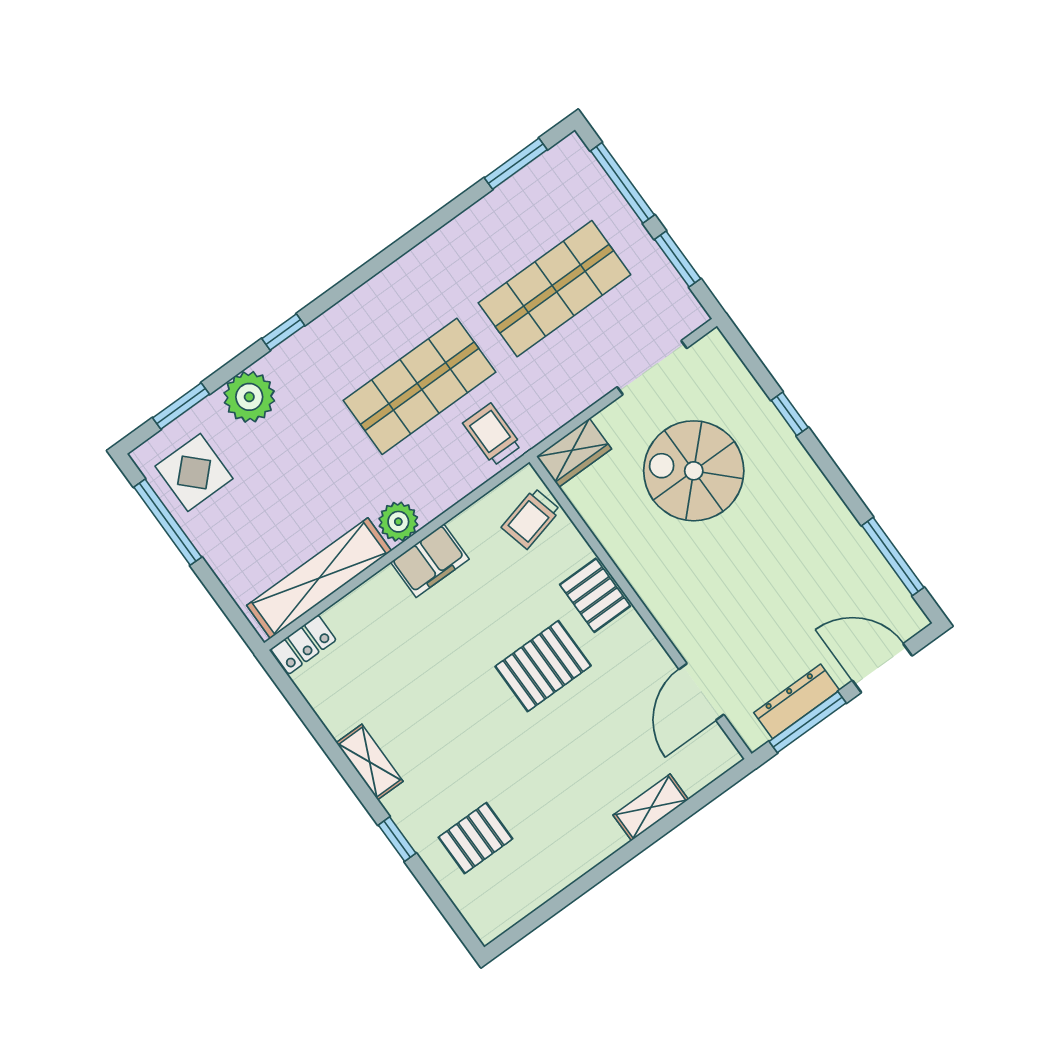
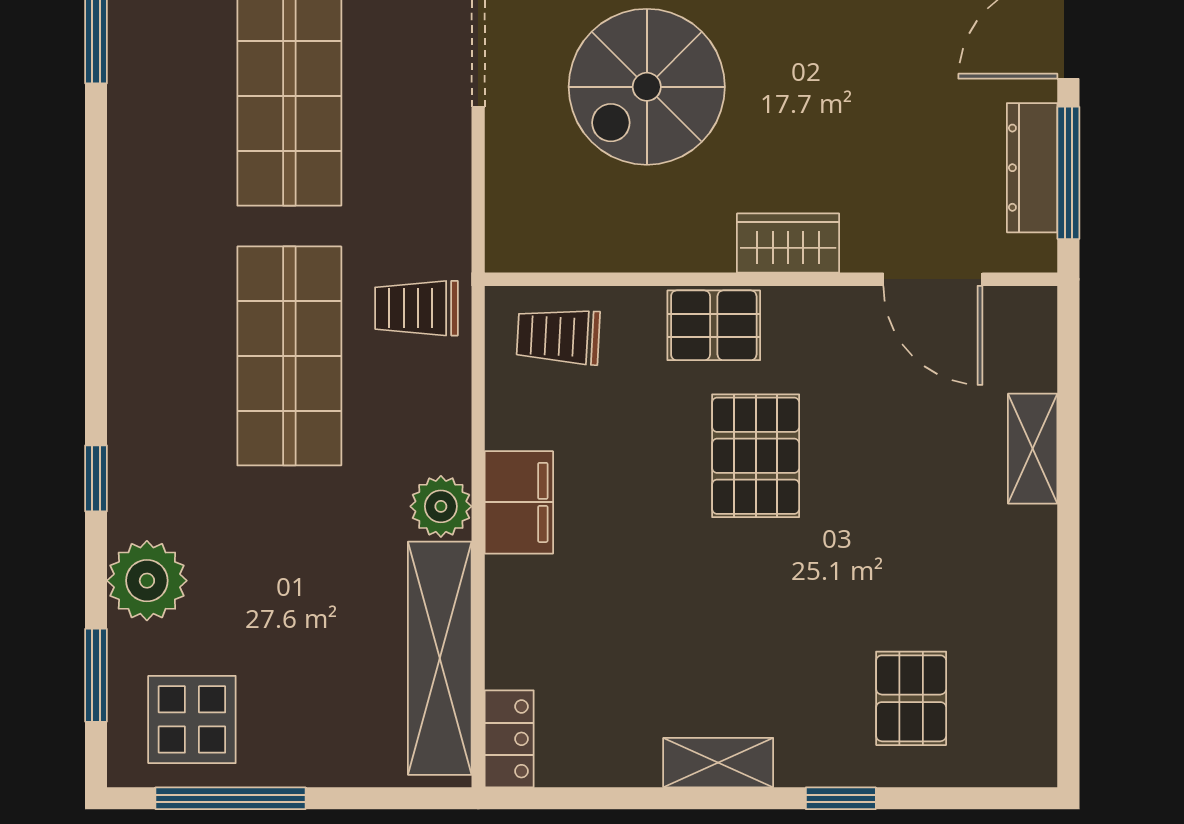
wardrobe: (574, 453) -> (788, 243), moved, turned -90
trolley: (531, 519) -> (558, 336), turned 107

